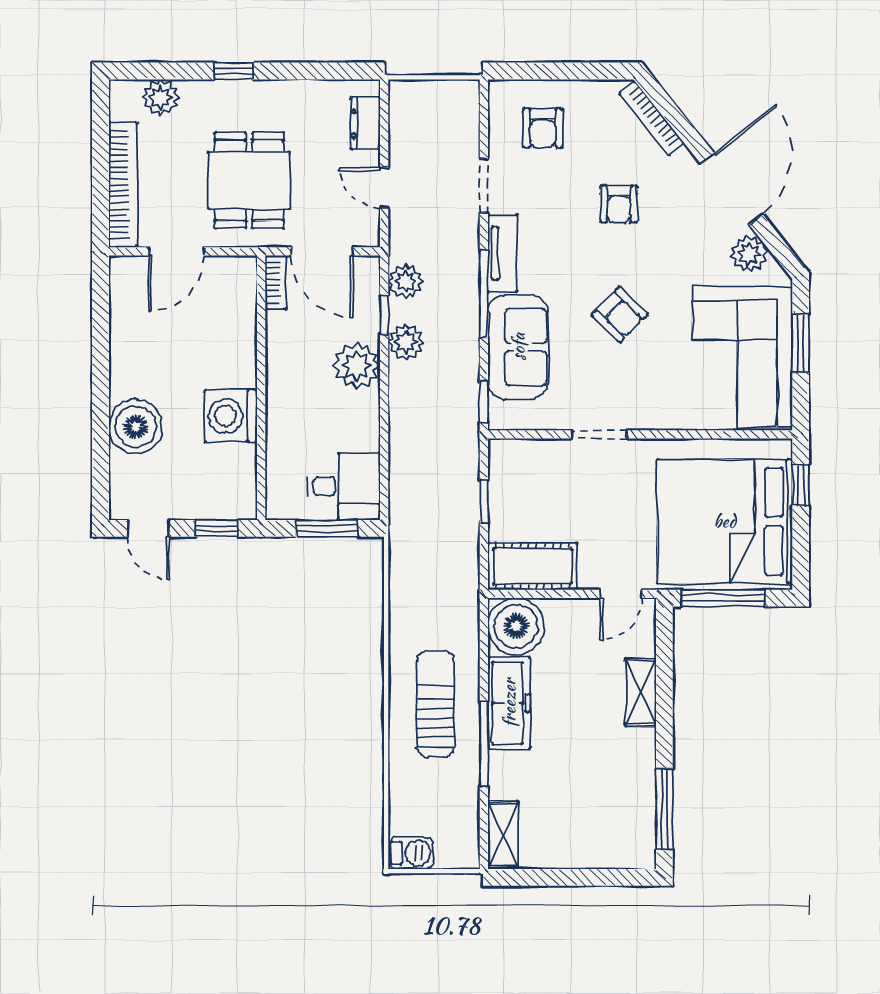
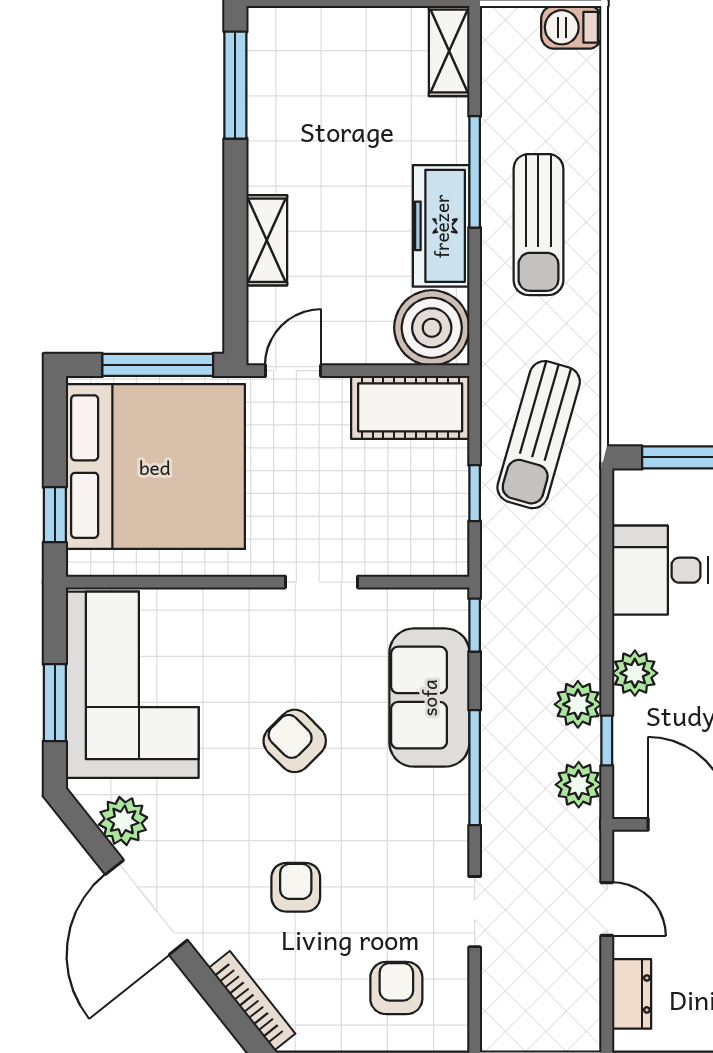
tv unit: (503, 253) -> (450, 822), removed
plant: (357, 366) -> (635, 673), width x0.73, depth x0.73
desk: (344, 486) -> (660, 570), moved
sun lounger: (435, 546) -> (539, 435), added

